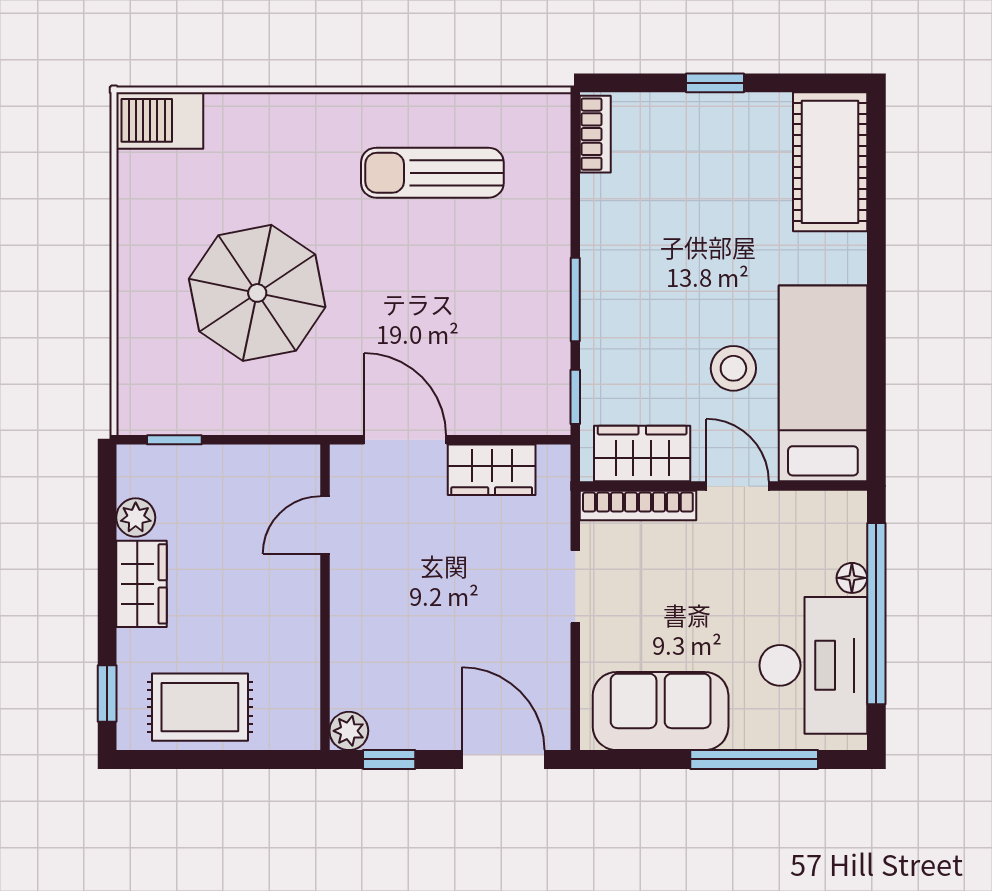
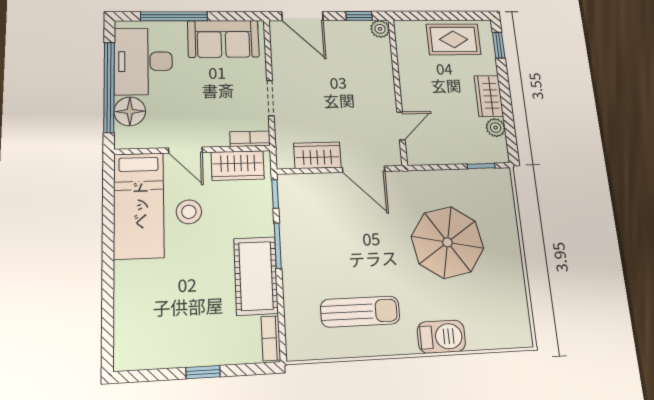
barbecue: (160, 120) -> (441, 337), moved
cot: (830, 162) -> (256, 276), moved
bookcase: (638, 506) -> (250, 139), width x0.64
floor lamp: (852, 578) -> (130, 111), width x1.89, depth x1.89

